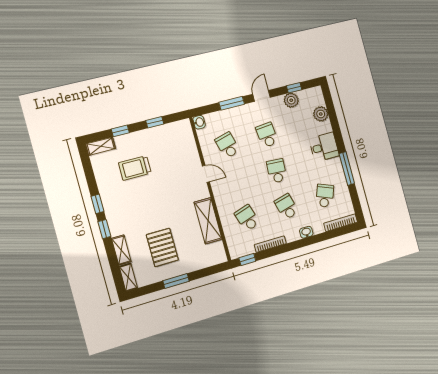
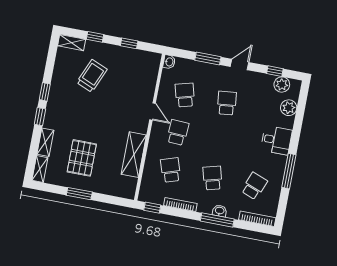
plant: (291, 100) -> (282, 85), moved
trolley: (135, 168) -> (92, 76), turned 113
school desk: (277, 171) -> (178, 133), moved
window: (308, 241) -> (217, 220), added

